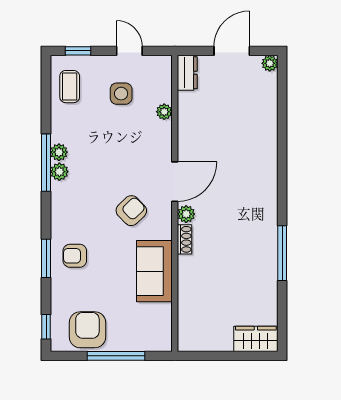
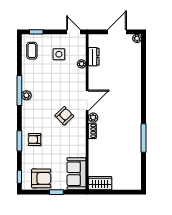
door: (129, 51) -> (73, 32), moved
dresser: (187, 73) -> (94, 57), moved
plant: (59, 152) -> (26, 85), removed
sofa: (154, 271) -> (76, 174), moved
armchair: (87, 330) -> (41, 178), turned 90
wardrobe: (256, 339) -> (100, 183), moved
window: (116, 356) -> (56, 192), width x0.46

